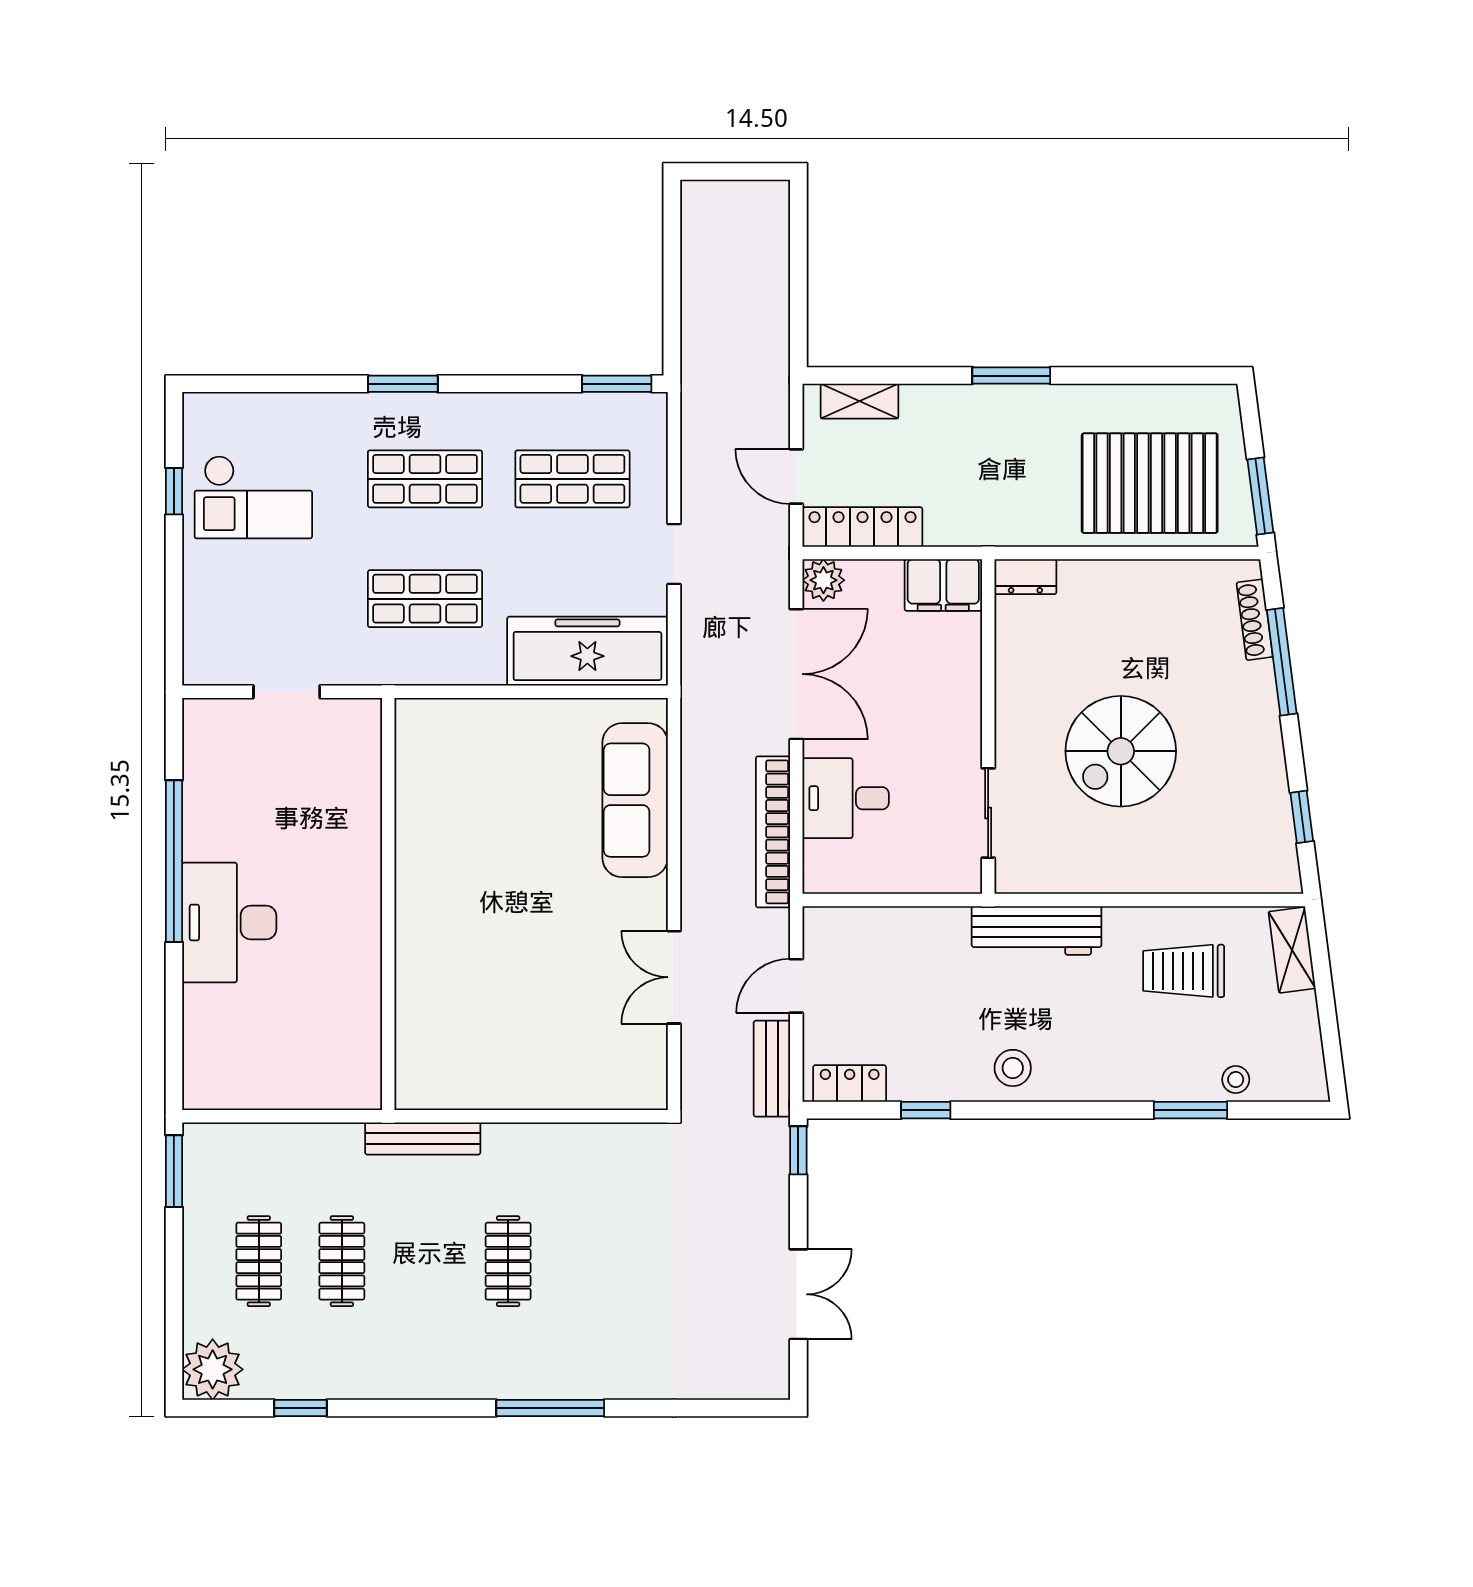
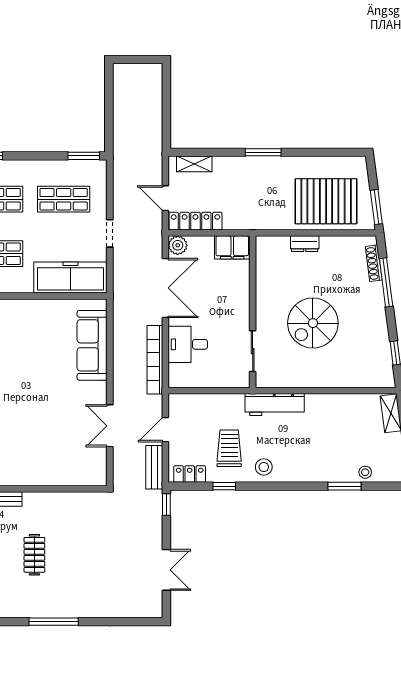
dresser: (1025, 577) -> (305, 244), moved
trolley: (1184, 971) -> (229, 448), moved, turned 90

